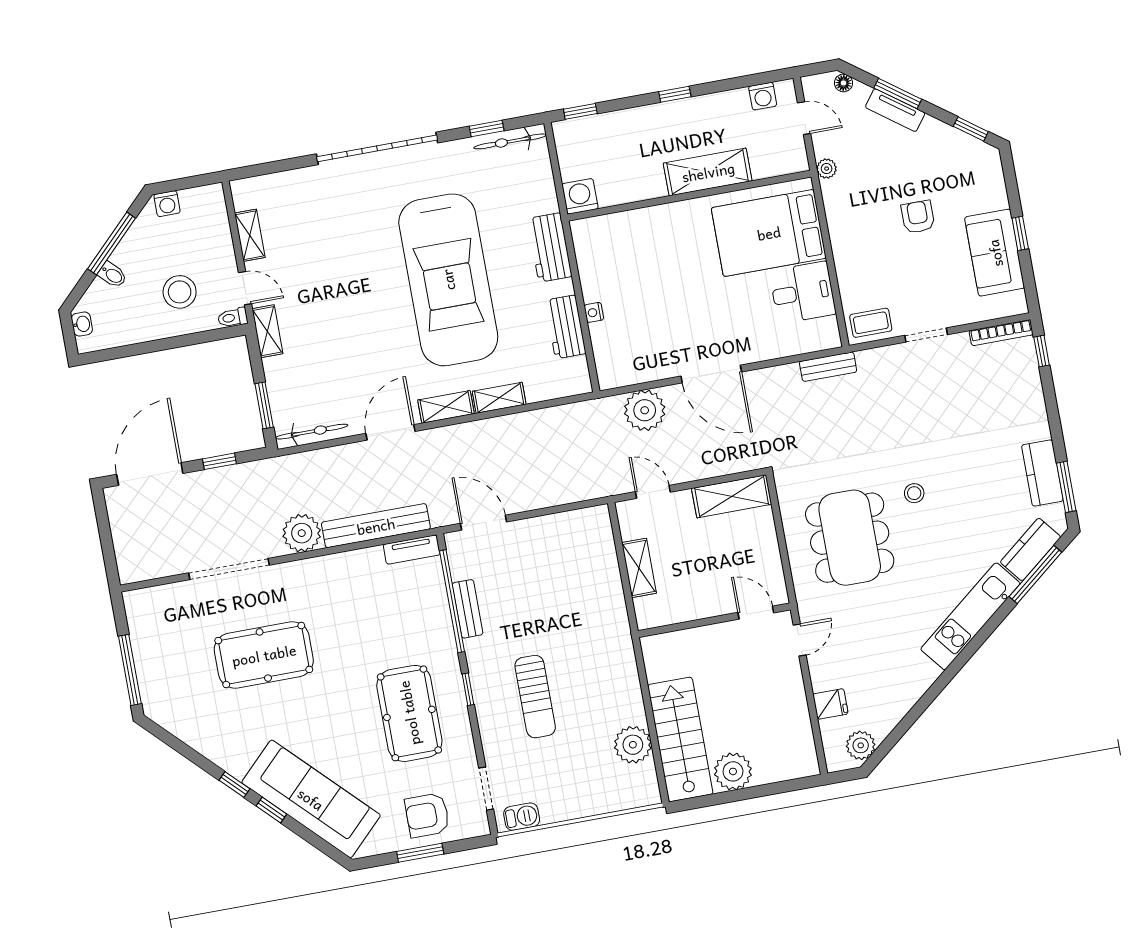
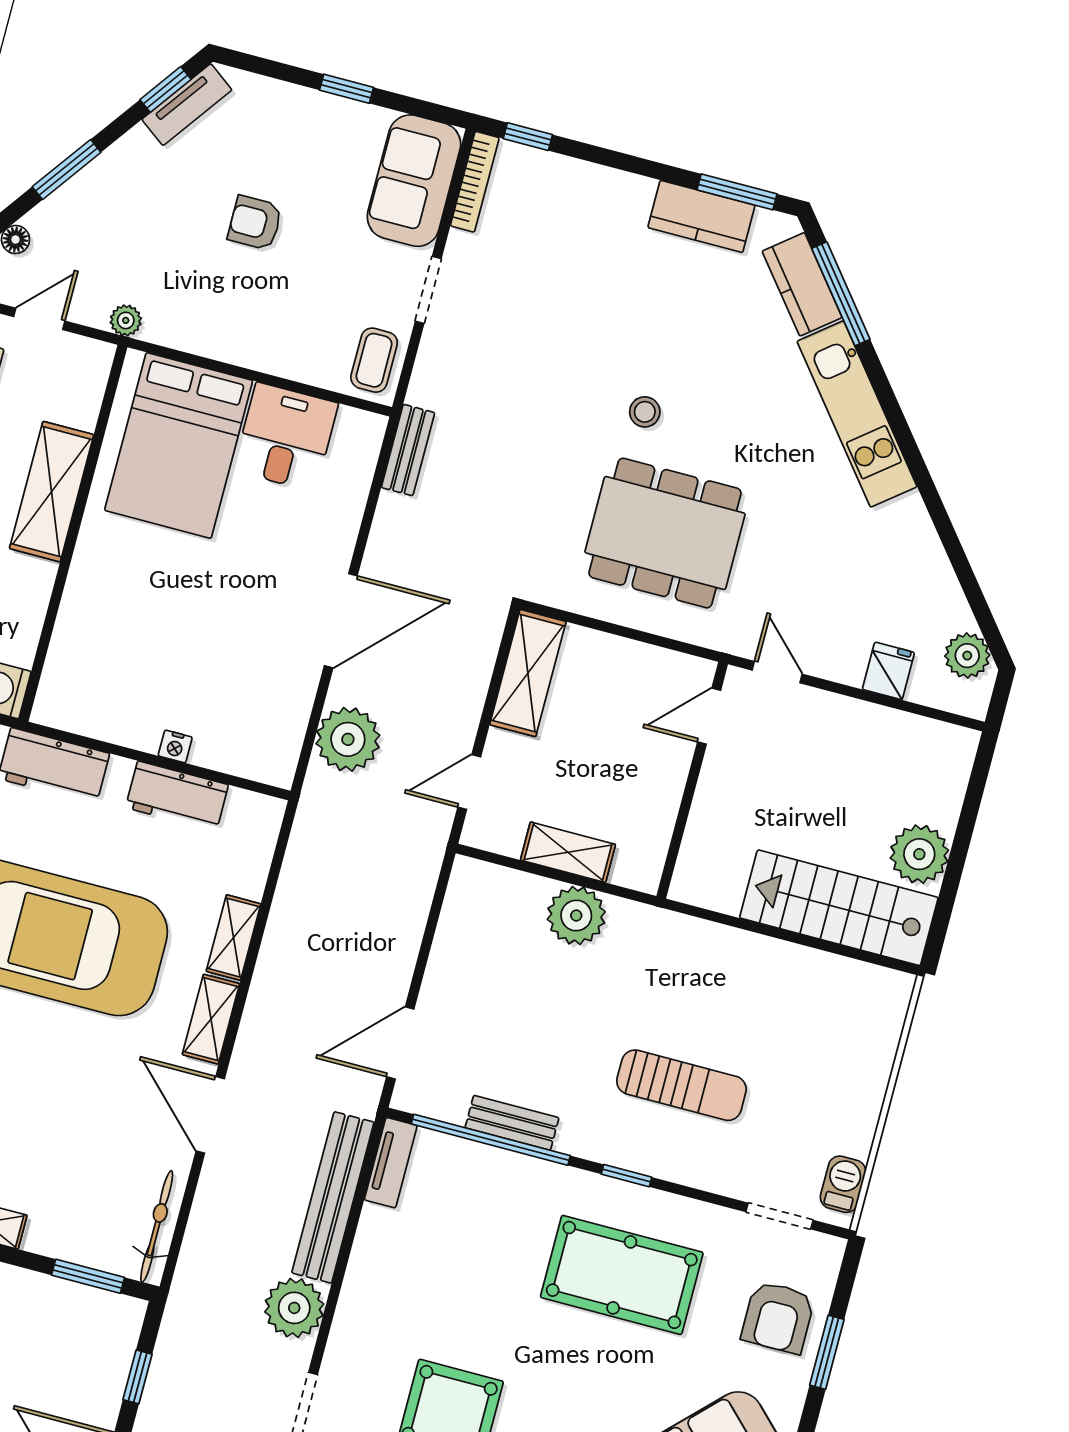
tv unit: (895, 110) -> (187, 105), moved
sofa: (995, 253) -> (414, 181), moved, turned 90
plant: (633, 745) -> (576, 916), moved

